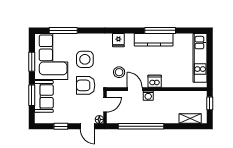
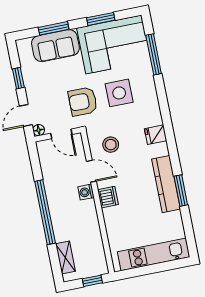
window: (160, 30) -> (181, 191), width x0.69
armchair: (86, 85) -> (83, 101), turned -90
door: (135, 89) -> (91, 171), hinge flipped
window: (141, 126) -> (45, 212), moved

